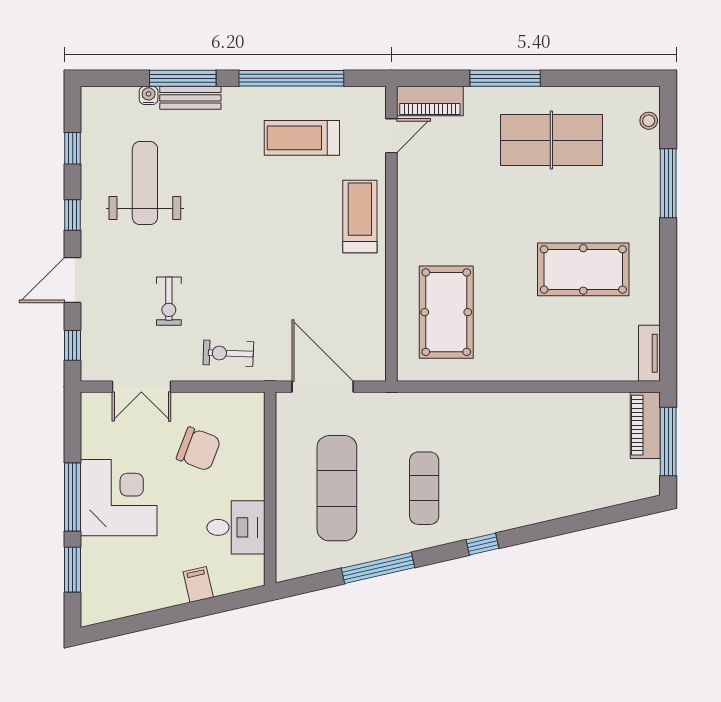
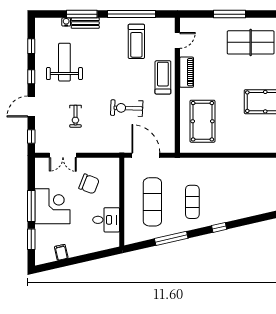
piano: (430, 101) -> (187, 72), moved, turned -90
treadmill: (302, 138) -> (136, 41), turned -90
exercise bike: (228, 353) -> (127, 108), moved, width x1.38, depth x1.39
filing cabinet: (198, 585) -> (61, 252), moved

